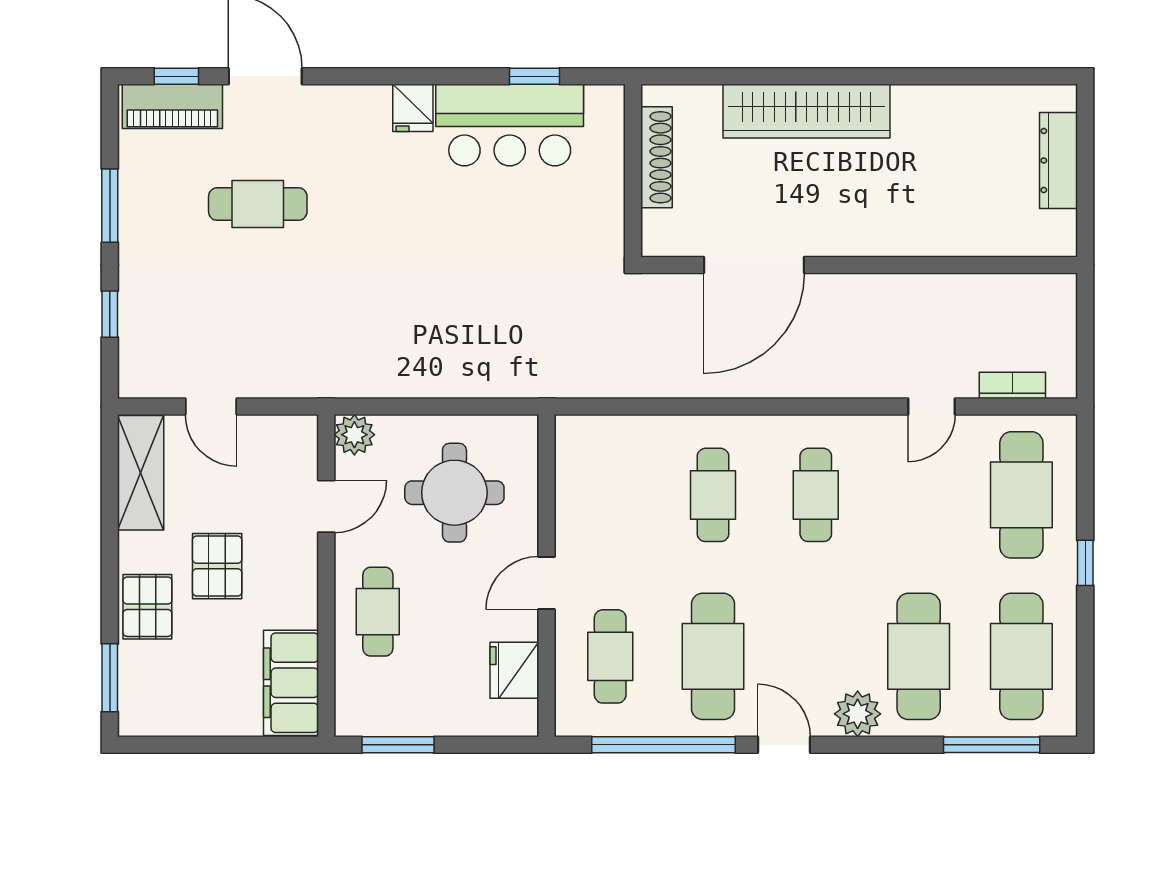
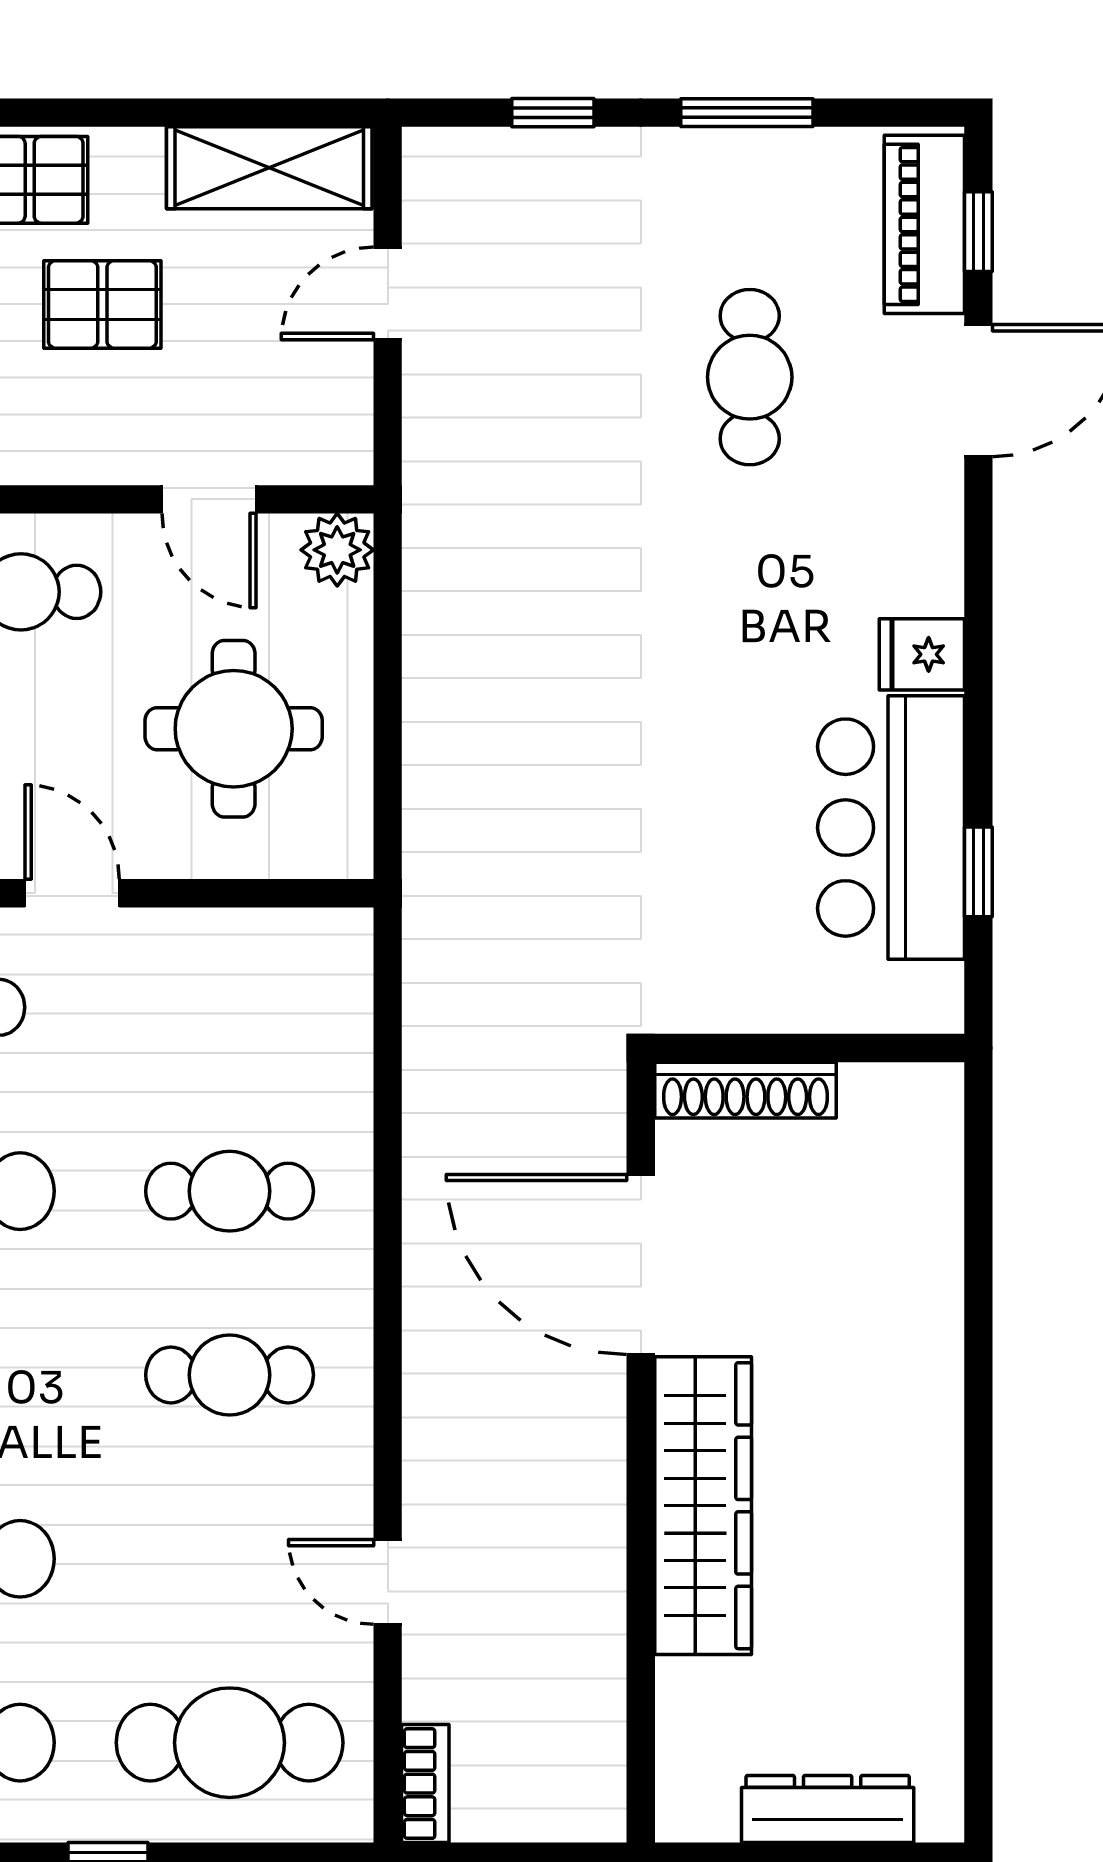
wardrobe: (806, 111) -> (703, 1506), moved, turned 180
shoe rack: (656, 157) -> (746, 1090), moved
bookcase: (1012, 385) -> (425, 1784), moved

